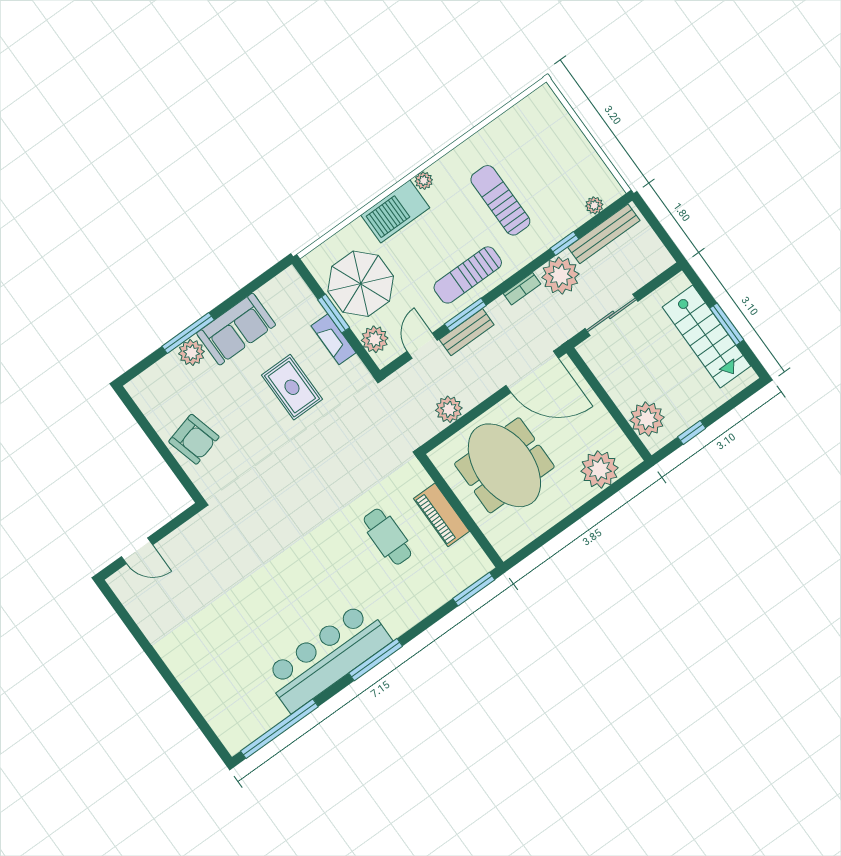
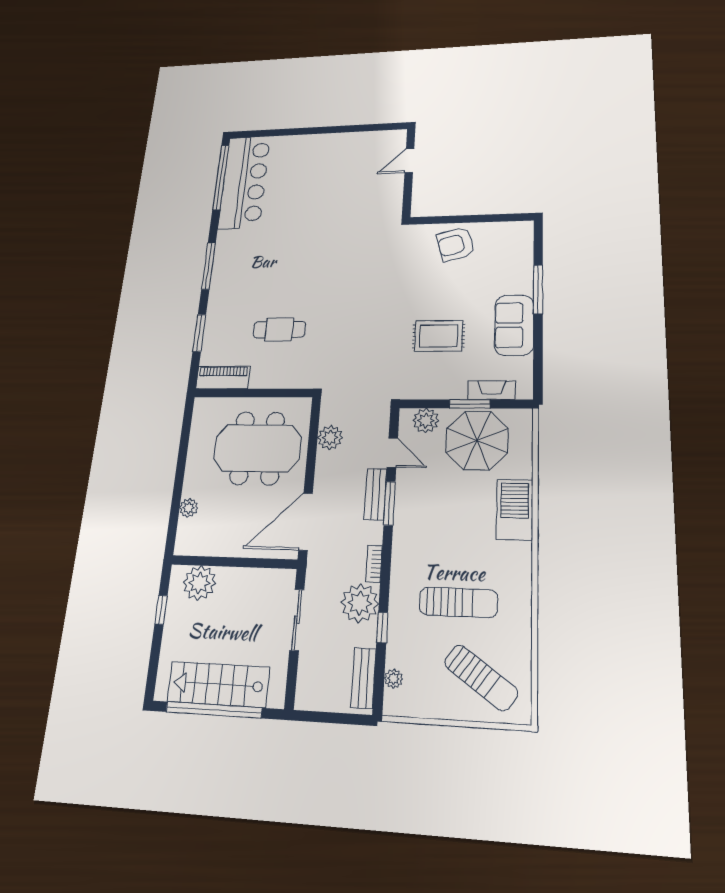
plant: (424, 181) -> (523, 552), removed
bench: (604, 234) -> (364, 678), width x0.73
sun lounger: (468, 275) -> (481, 678), moved, turned 125
window: (727, 324) -> (214, 710), width x2.11
fireplace: (334, 339) -> (492, 390), moved
plant: (191, 353) -> (521, 282), removed
plant: (600, 469) -> (189, 508), width x0.53, depth x0.53
piano: (441, 515) -> (223, 378), moved
window: (474, 589) -> (199, 333), moved
bar counter: (327, 657) -> (244, 182), moved

